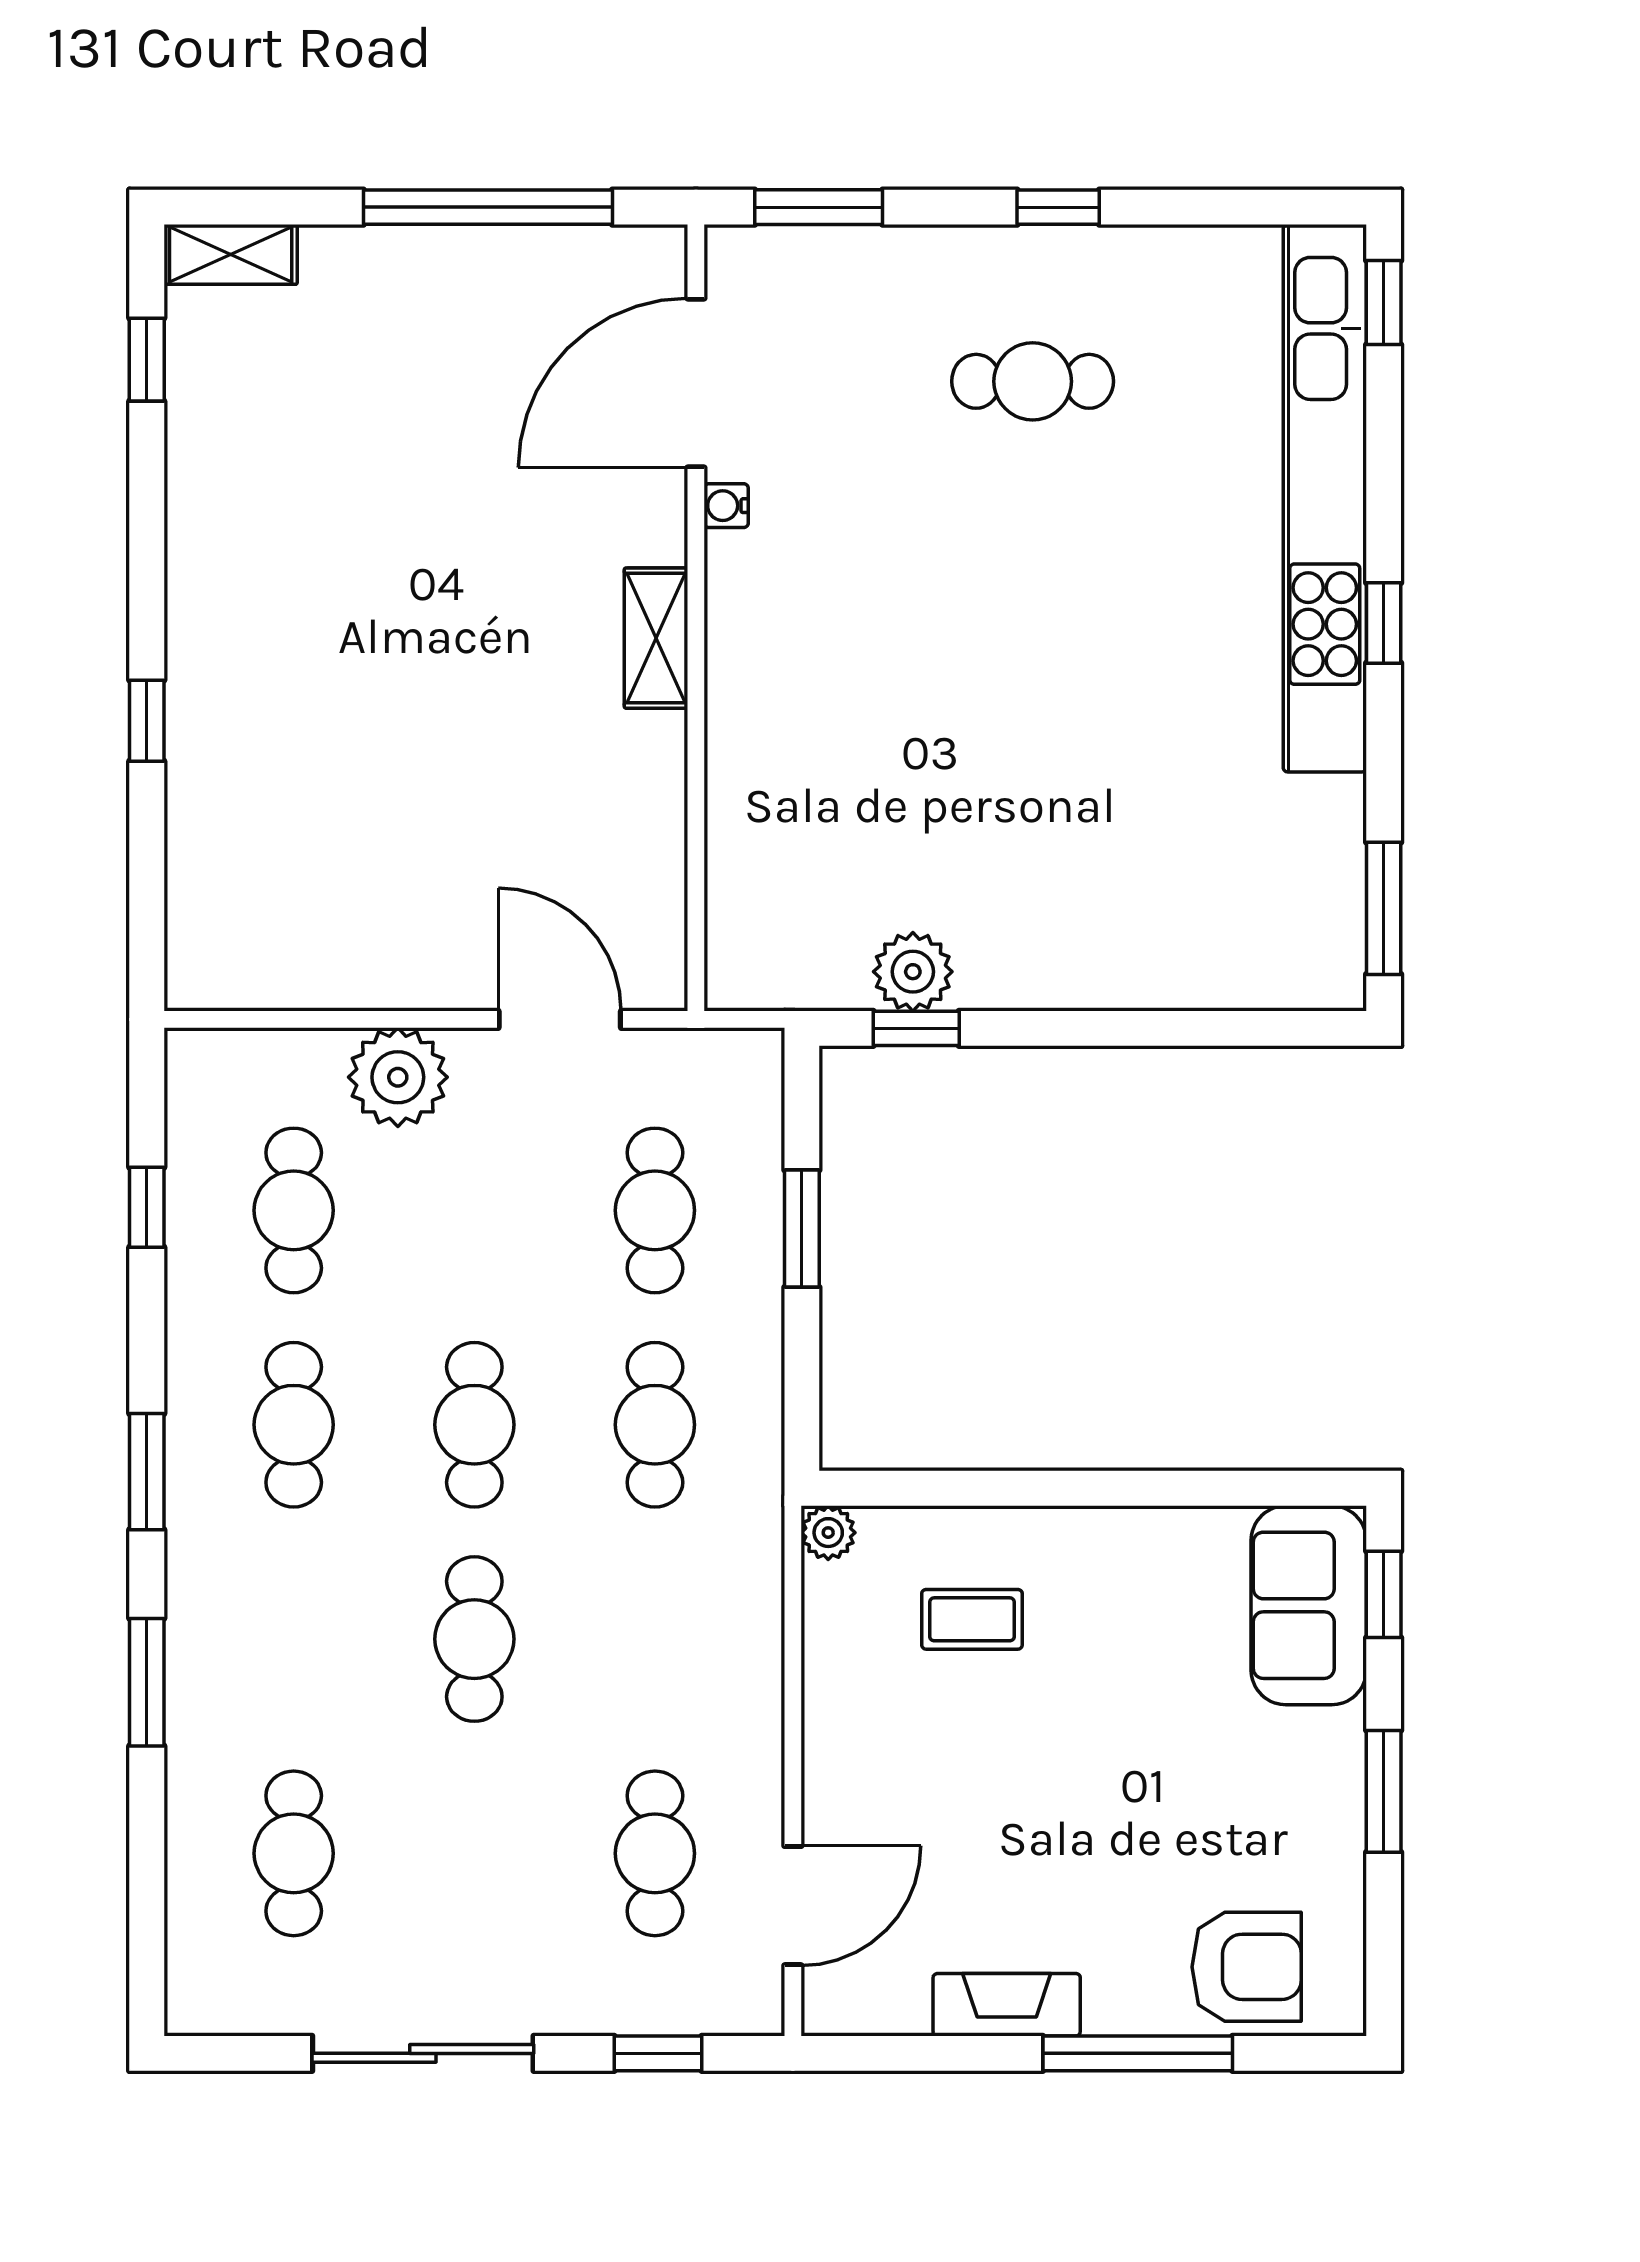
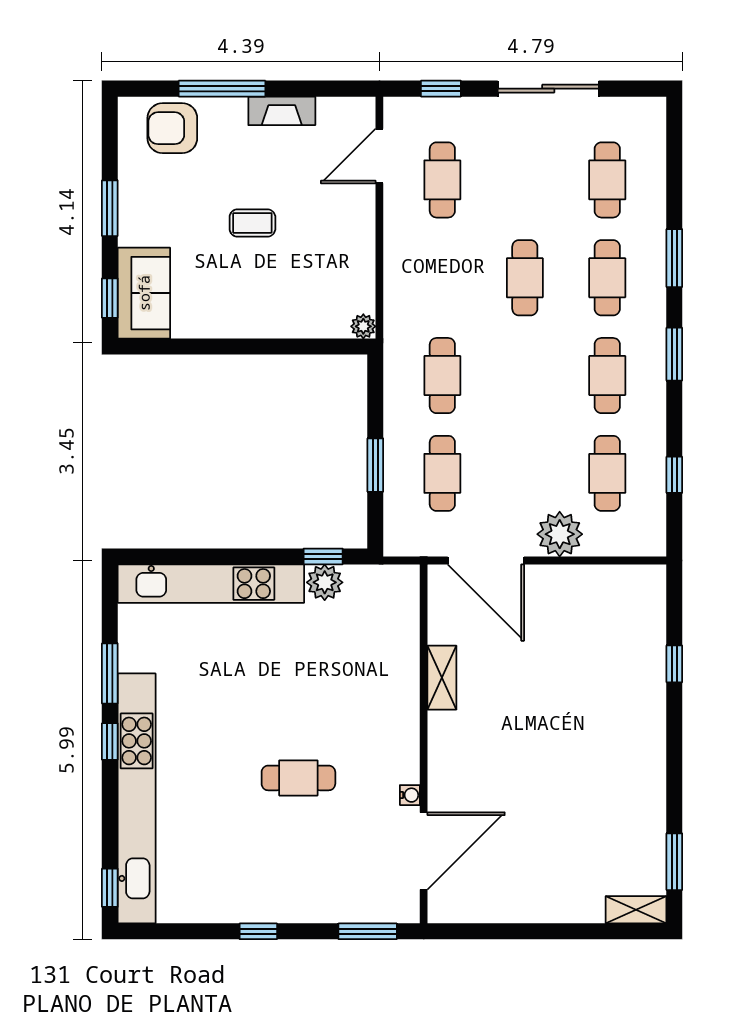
window: (488, 207) -> (519, 931), removed
window: (147, 360) -> (674, 862), width x1.50
cafe table: (1033, 381) -> (298, 778), moved
shelving: (656, 638) -> (442, 678), moved
window: (147, 721) -> (674, 664), moved
window: (1384, 908) -> (110, 673), moved
kitchen unit: (1162, 969) -> (211, 584), added
door: (560, 1019) -> (486, 561), width x1.36
cafe table: (474, 1425) -> (607, 278), moved
coffee table: (972, 1619) -> (252, 223), moved

